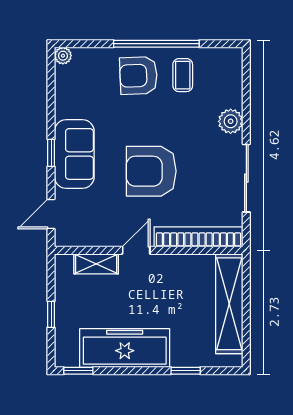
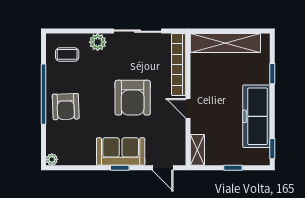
coffee table: (183, 75) -> (67, 54), moved
shelving: (96, 264) -> (197, 150), moved

